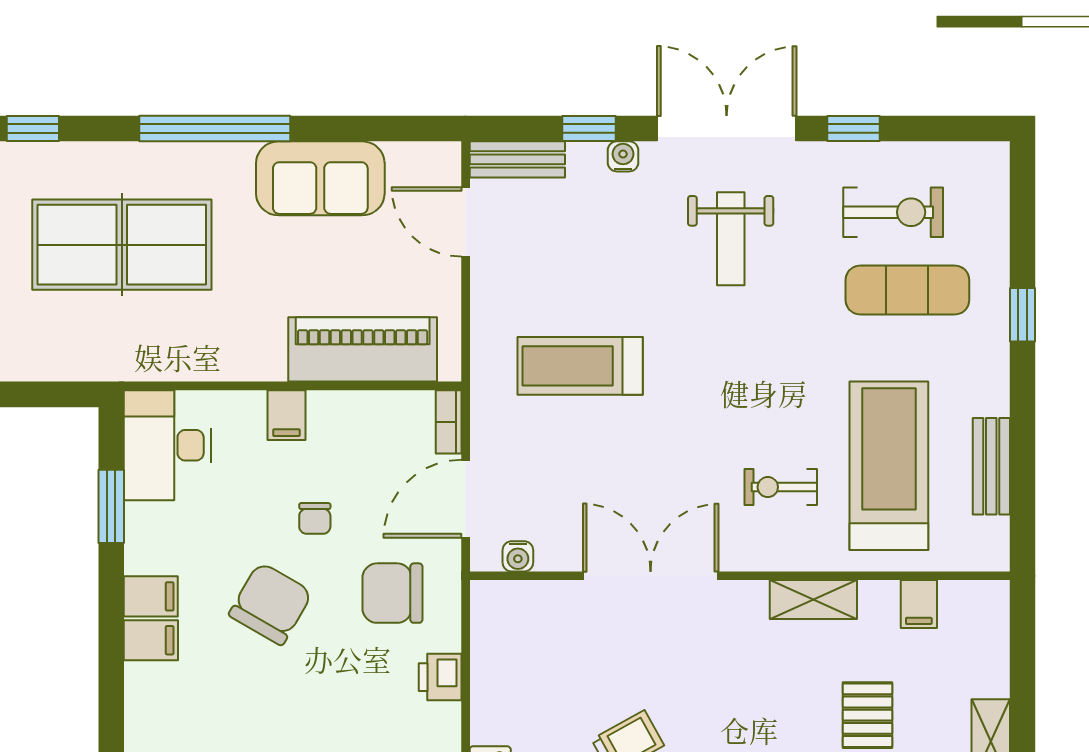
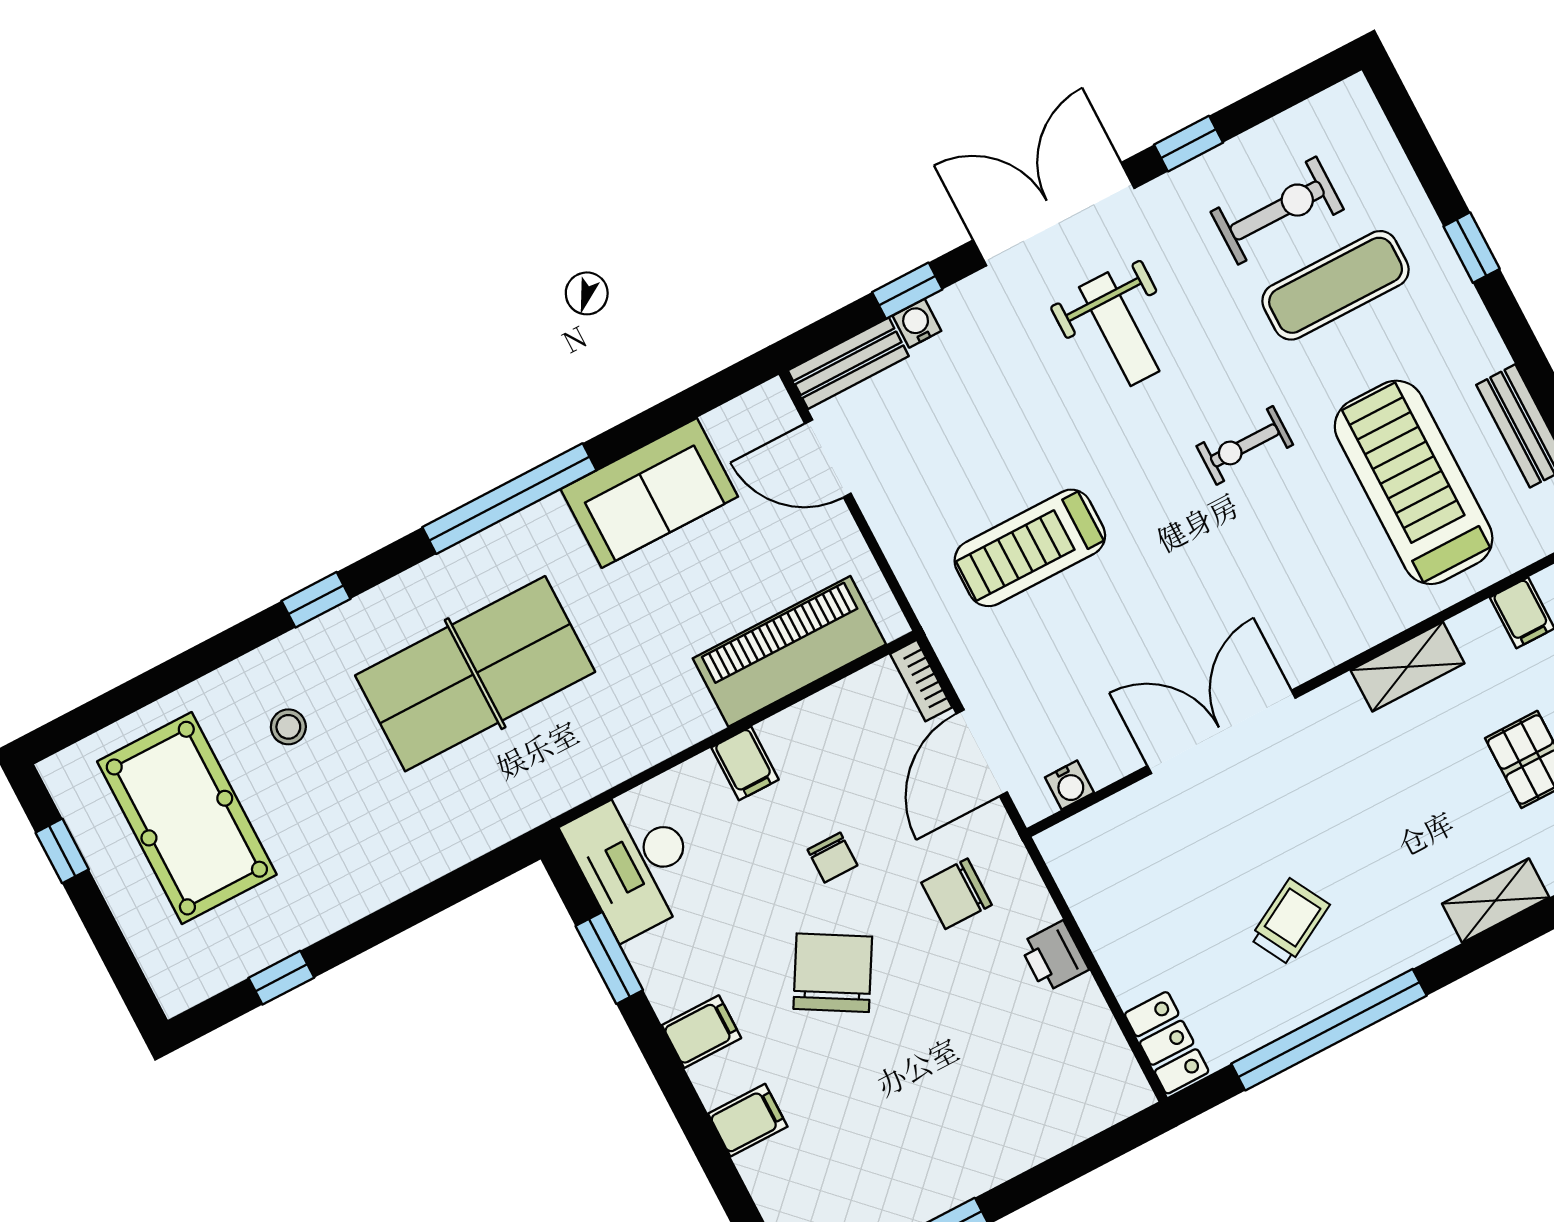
water cooler: (623, 156) -> (917, 323), moved
exercise bike: (781, 487) -> (1245, 445), moved
chair: (392, 593) -> (957, 894), width x0.73, depth x0.73
filing cabinet: (151, 640) -> (748, 1120), moved

